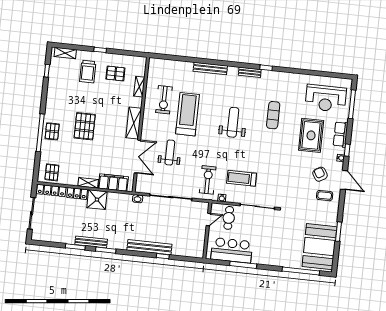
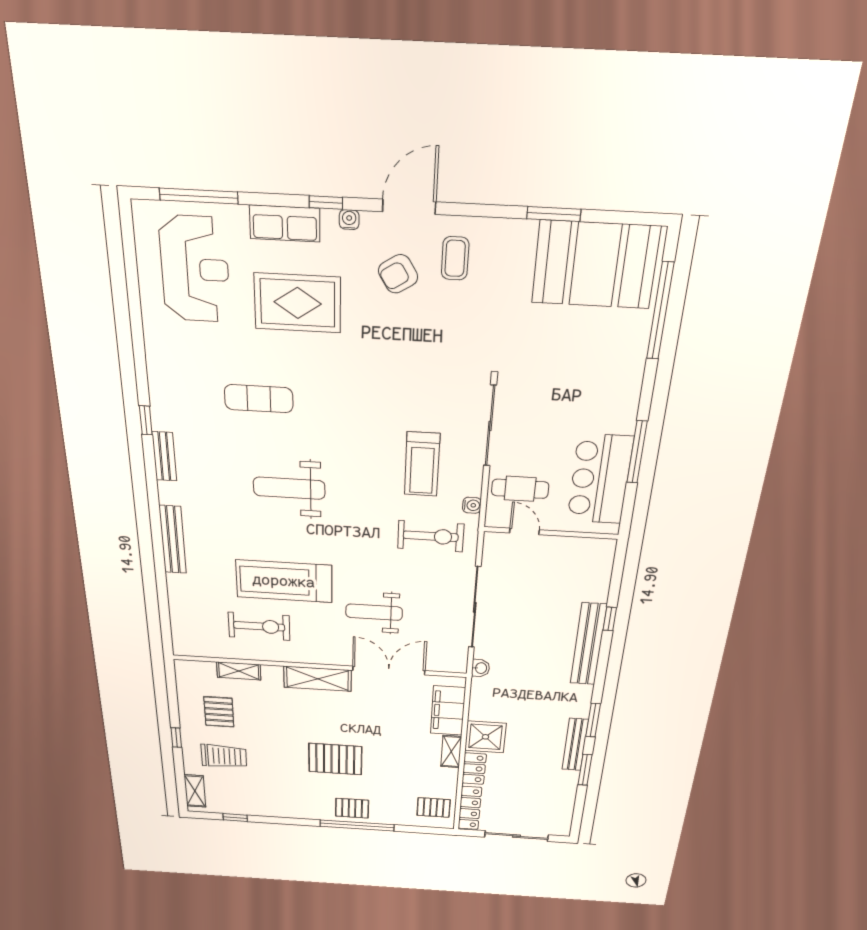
exercise bike: (208, 180) -> (431, 536), turned 180

